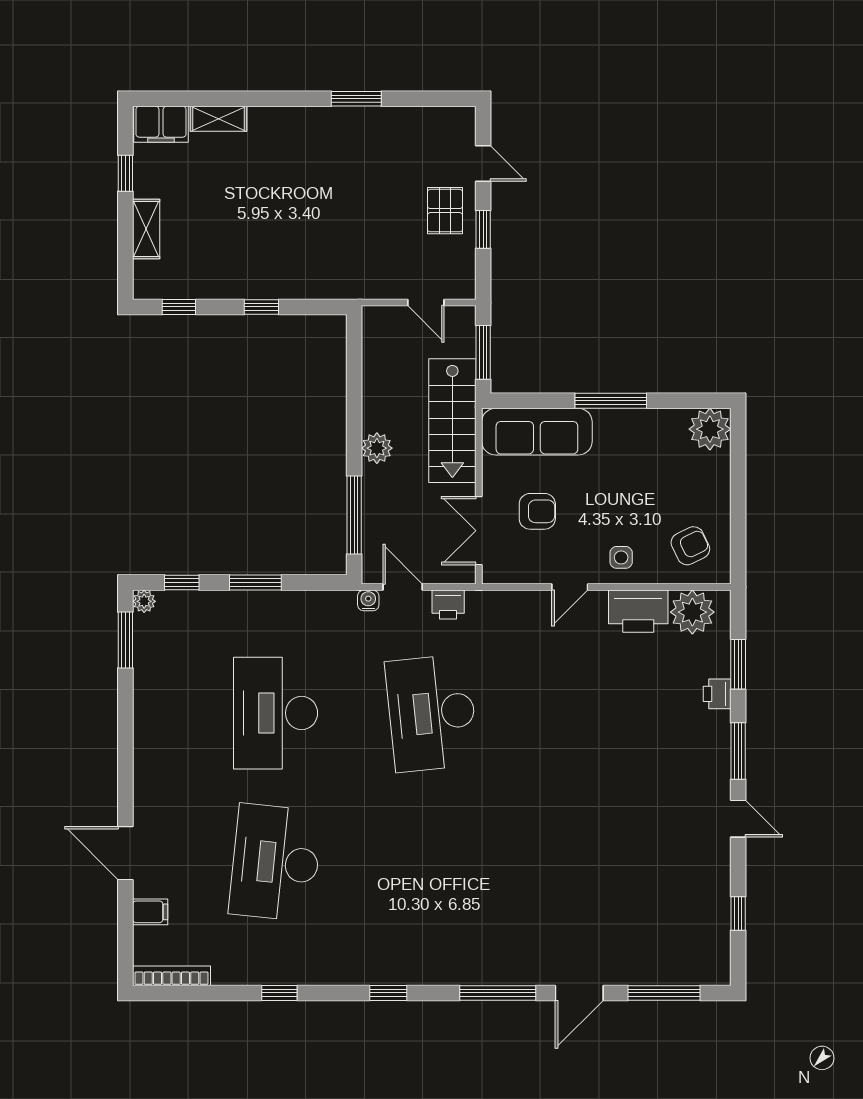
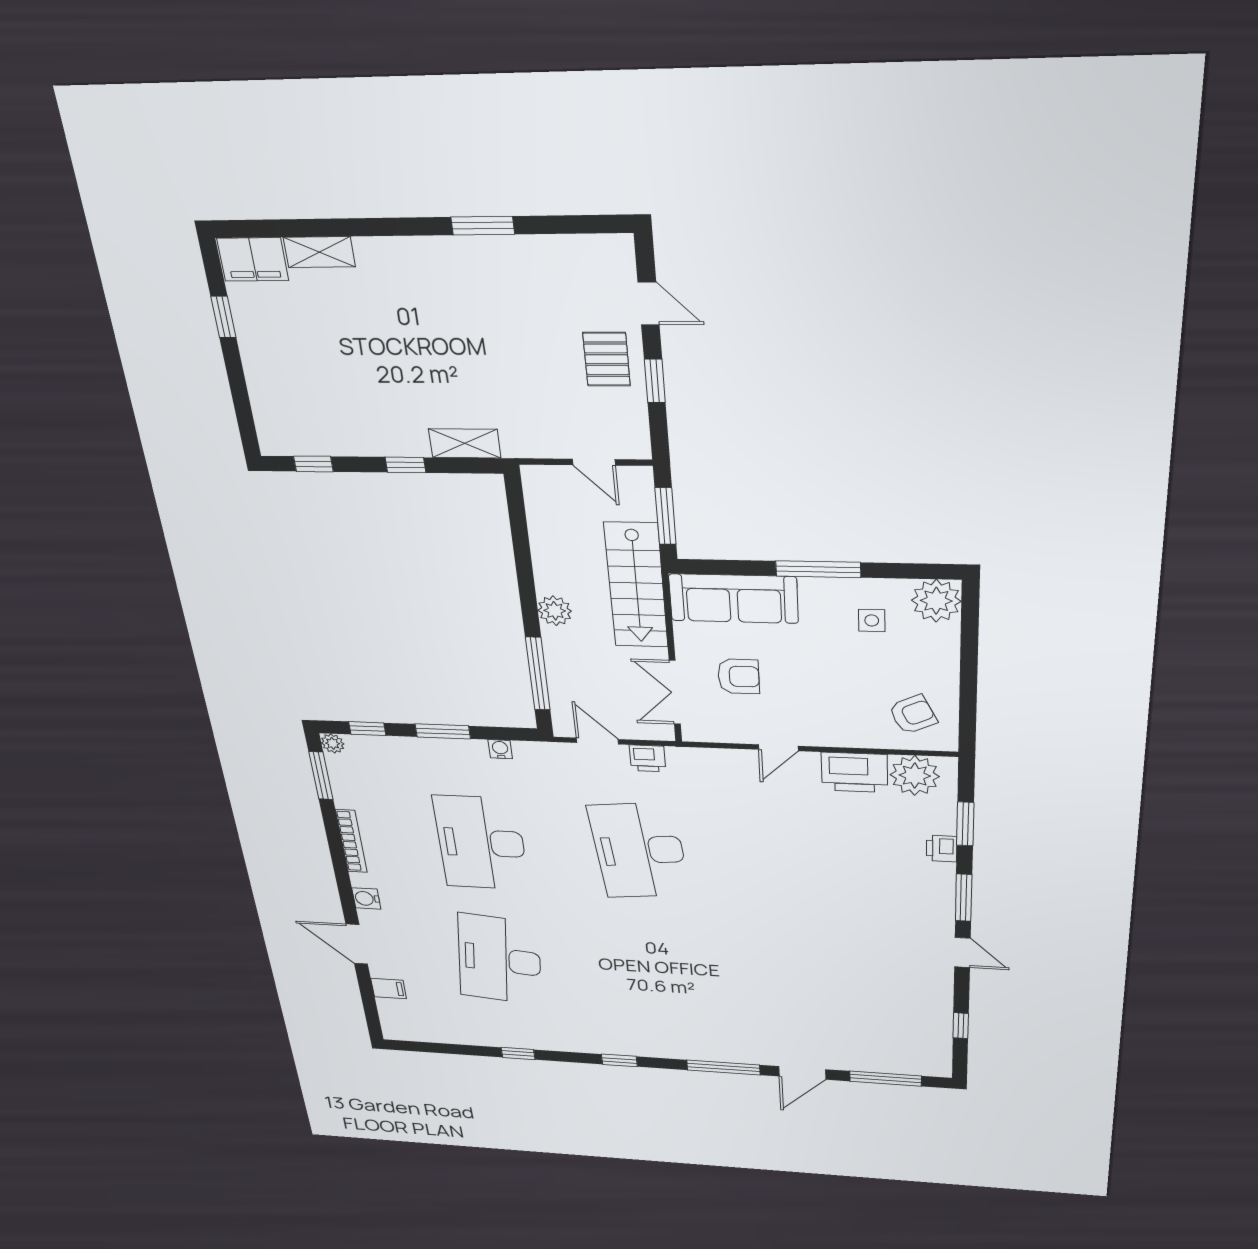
shelving: (146, 229) -> (465, 443), moved, turned 90
side table: (621, 557) -> (872, 620), moved
water cooler: (368, 600) -> (500, 749), moved
water cooler: (146, 791) -> (366, 898), added
bookcase: (172, 976) -> (351, 841), moved, turned 90

